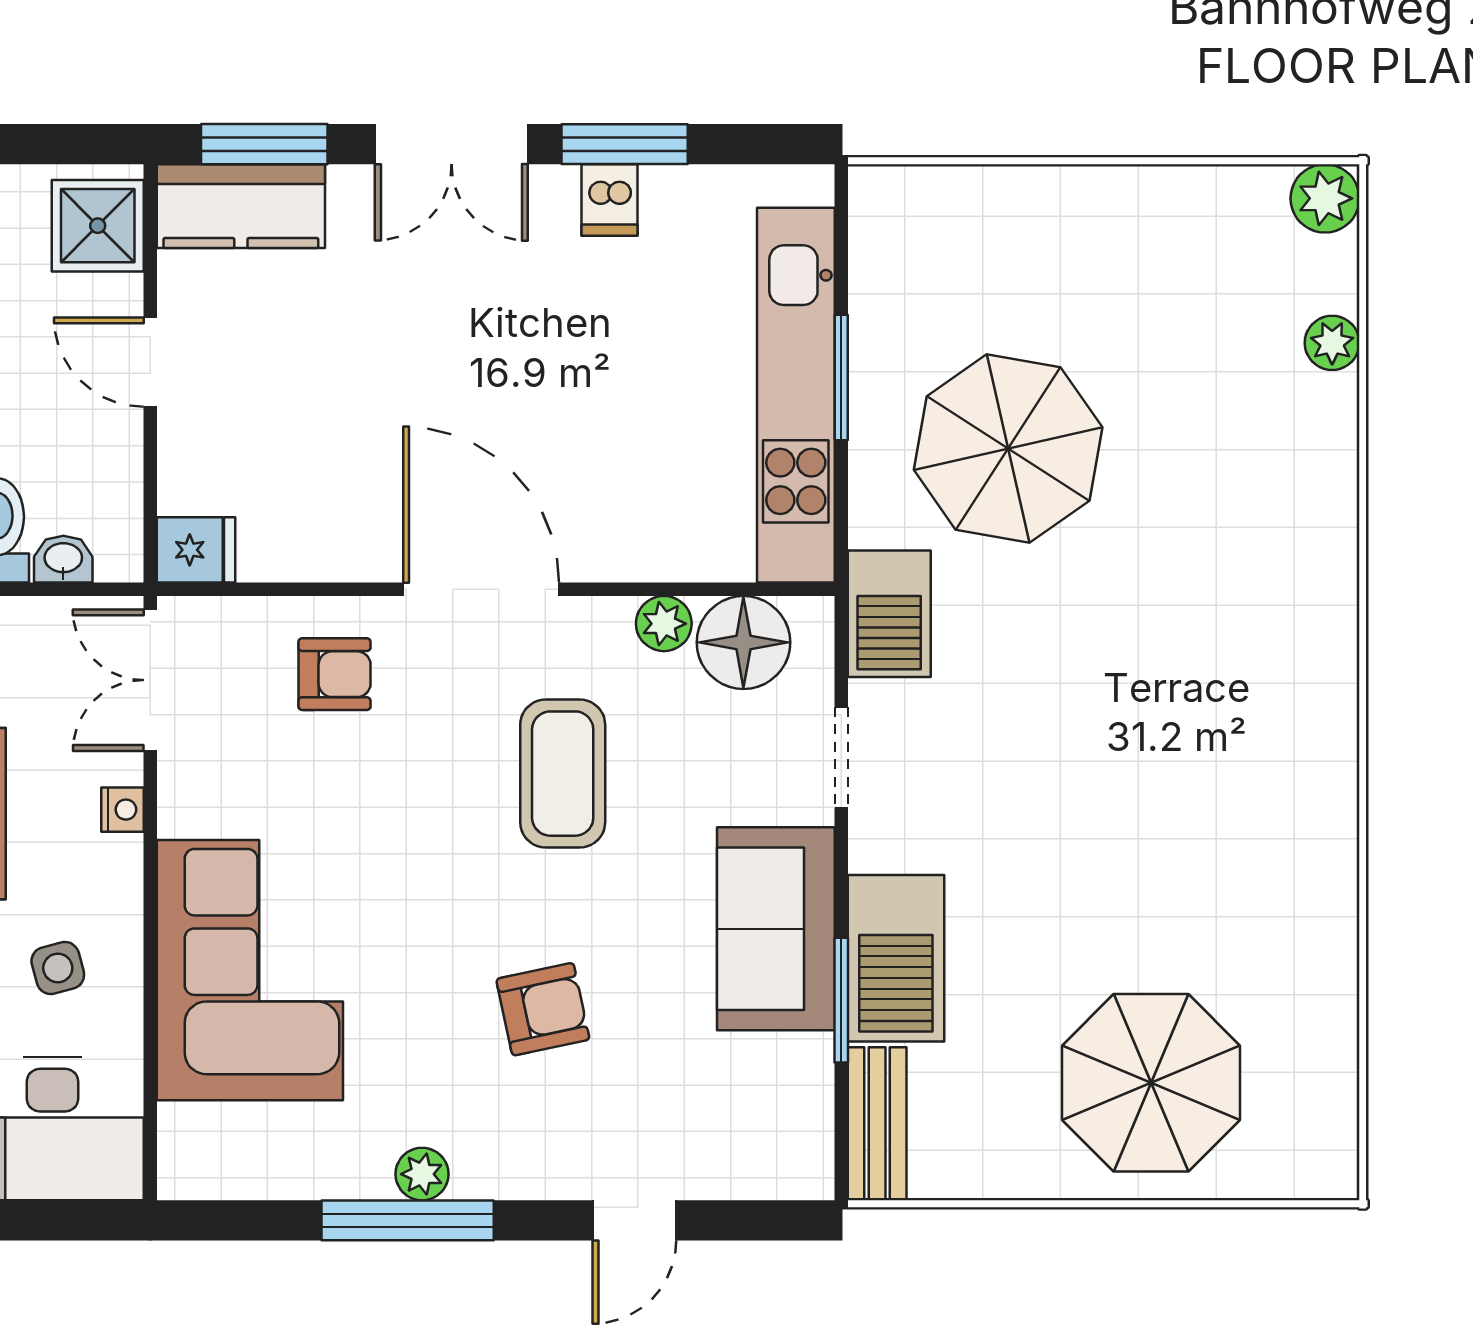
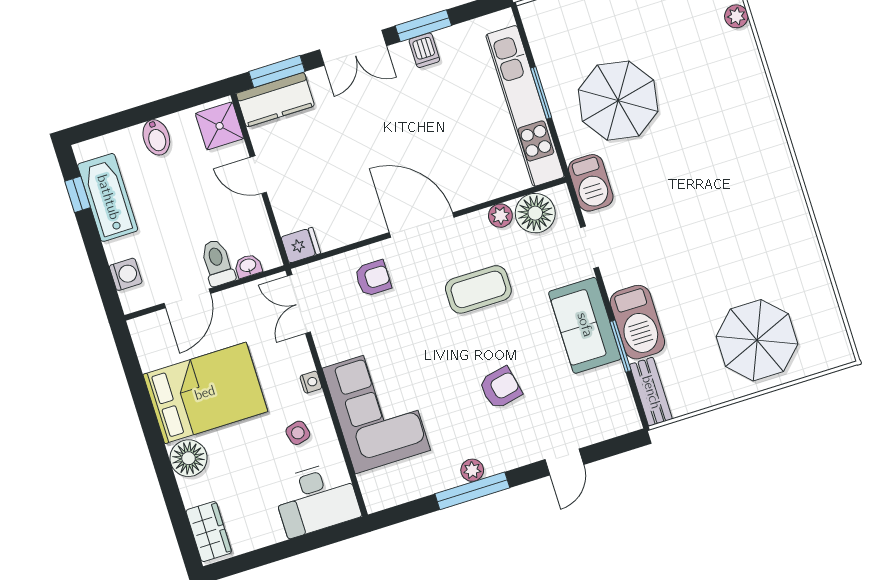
coffee table: (563, 774) -> (478, 289), turned 90
nightstand: (123, 810) -> (311, 382), moved

